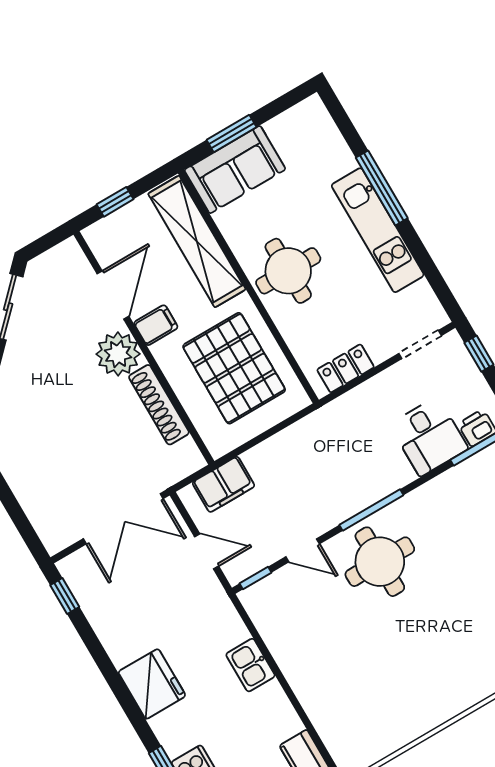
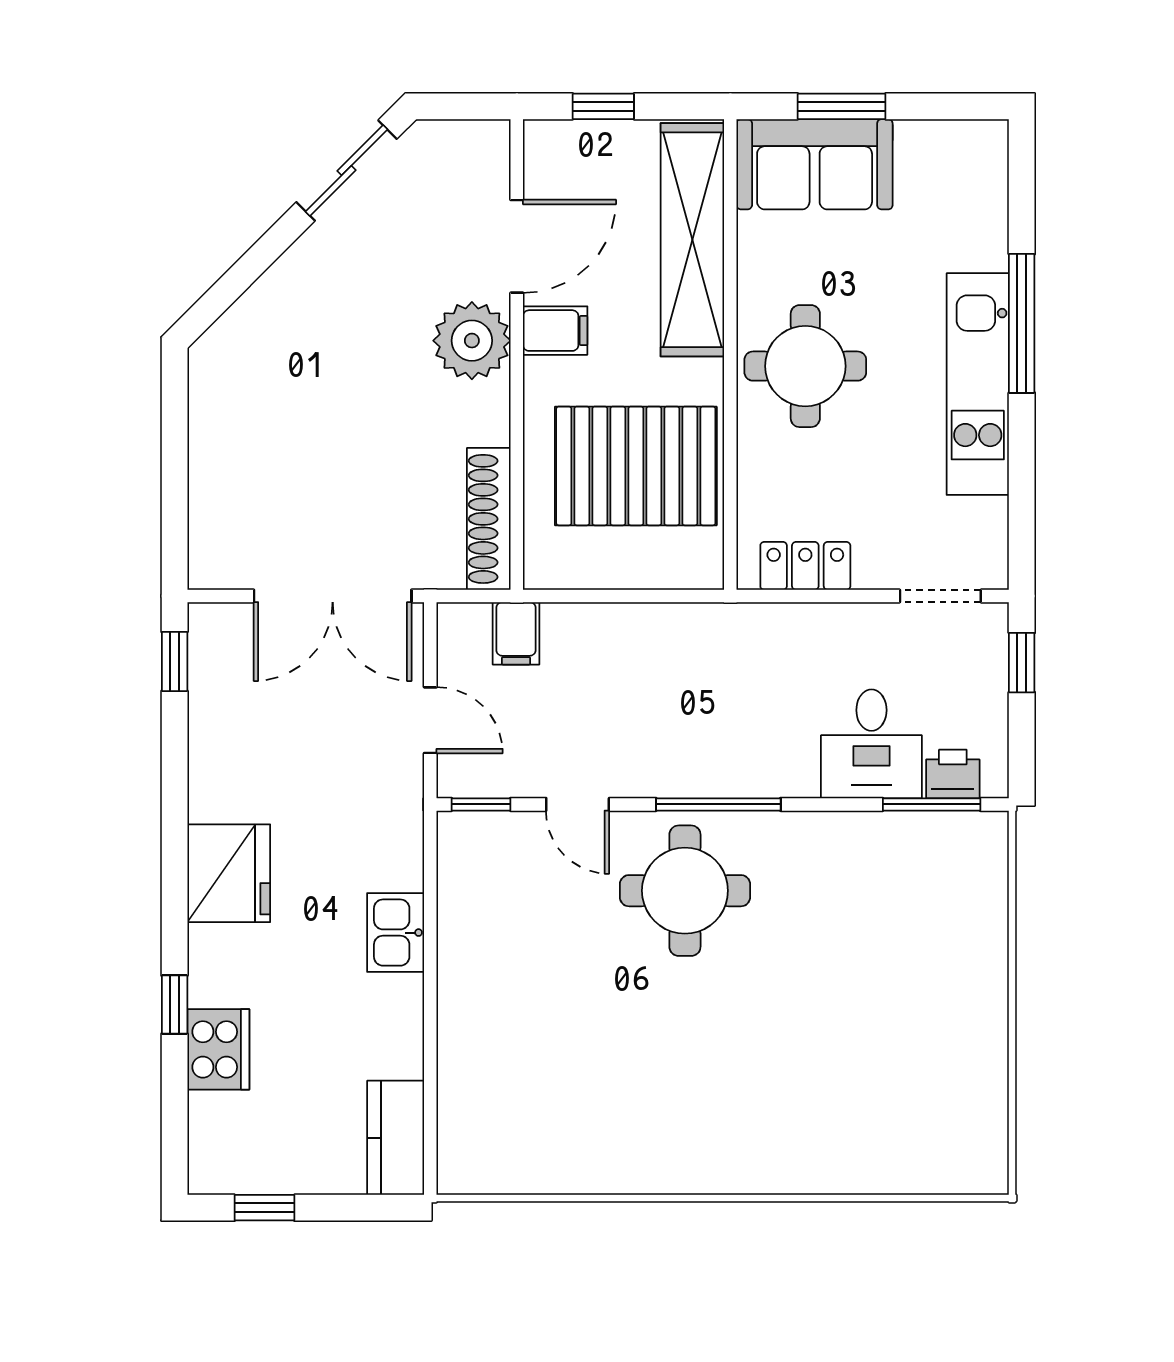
pallet: (234, 368) -> (636, 466), turned 90
shoe rack: (159, 405) -> (489, 519), moved
filing cabinet: (224, 484) -> (516, 633), width x0.50

